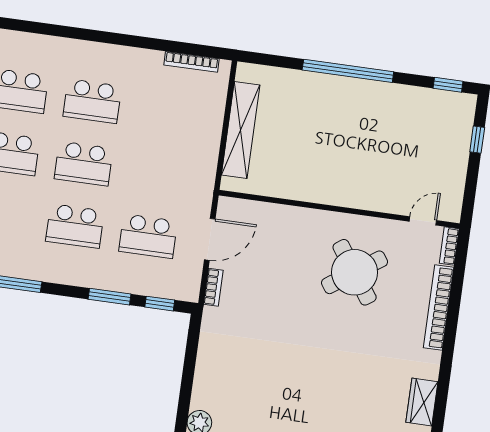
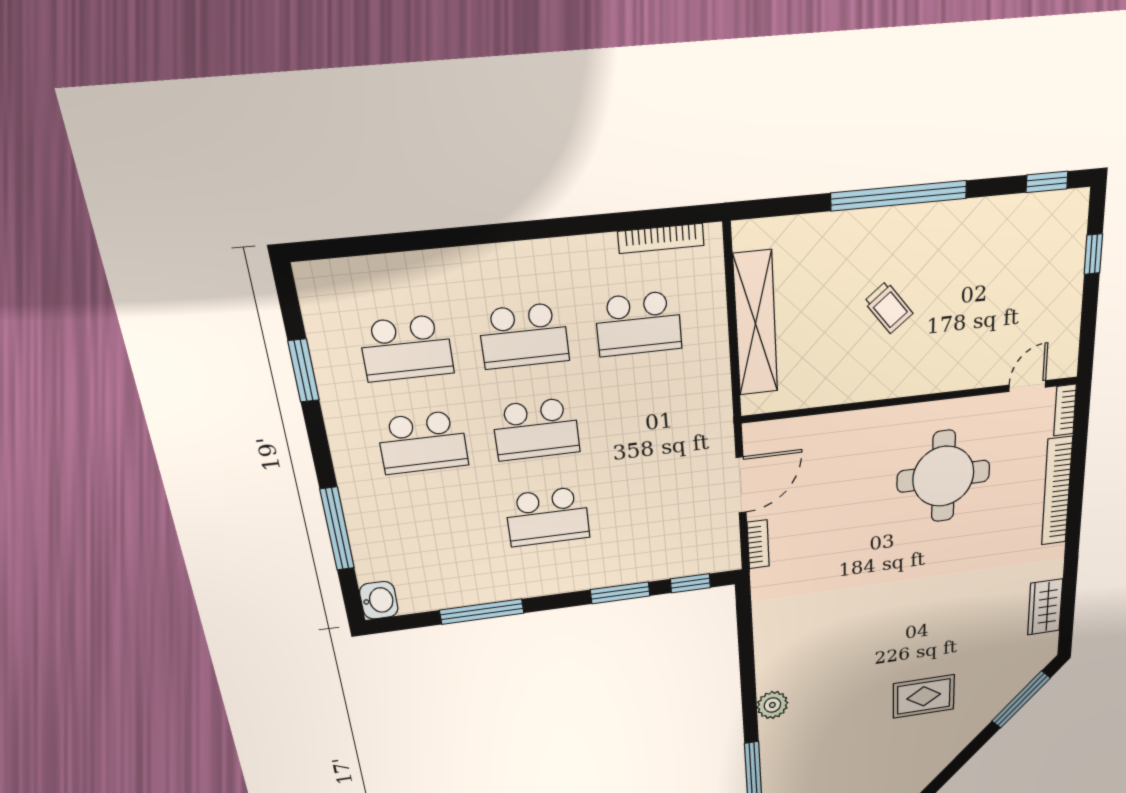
trolley: (331, 141) -> (888, 307), added
school desk: (148, 236) -> (638, 324), moved
round table: (355, 272) -> (943, 476), turned 35

